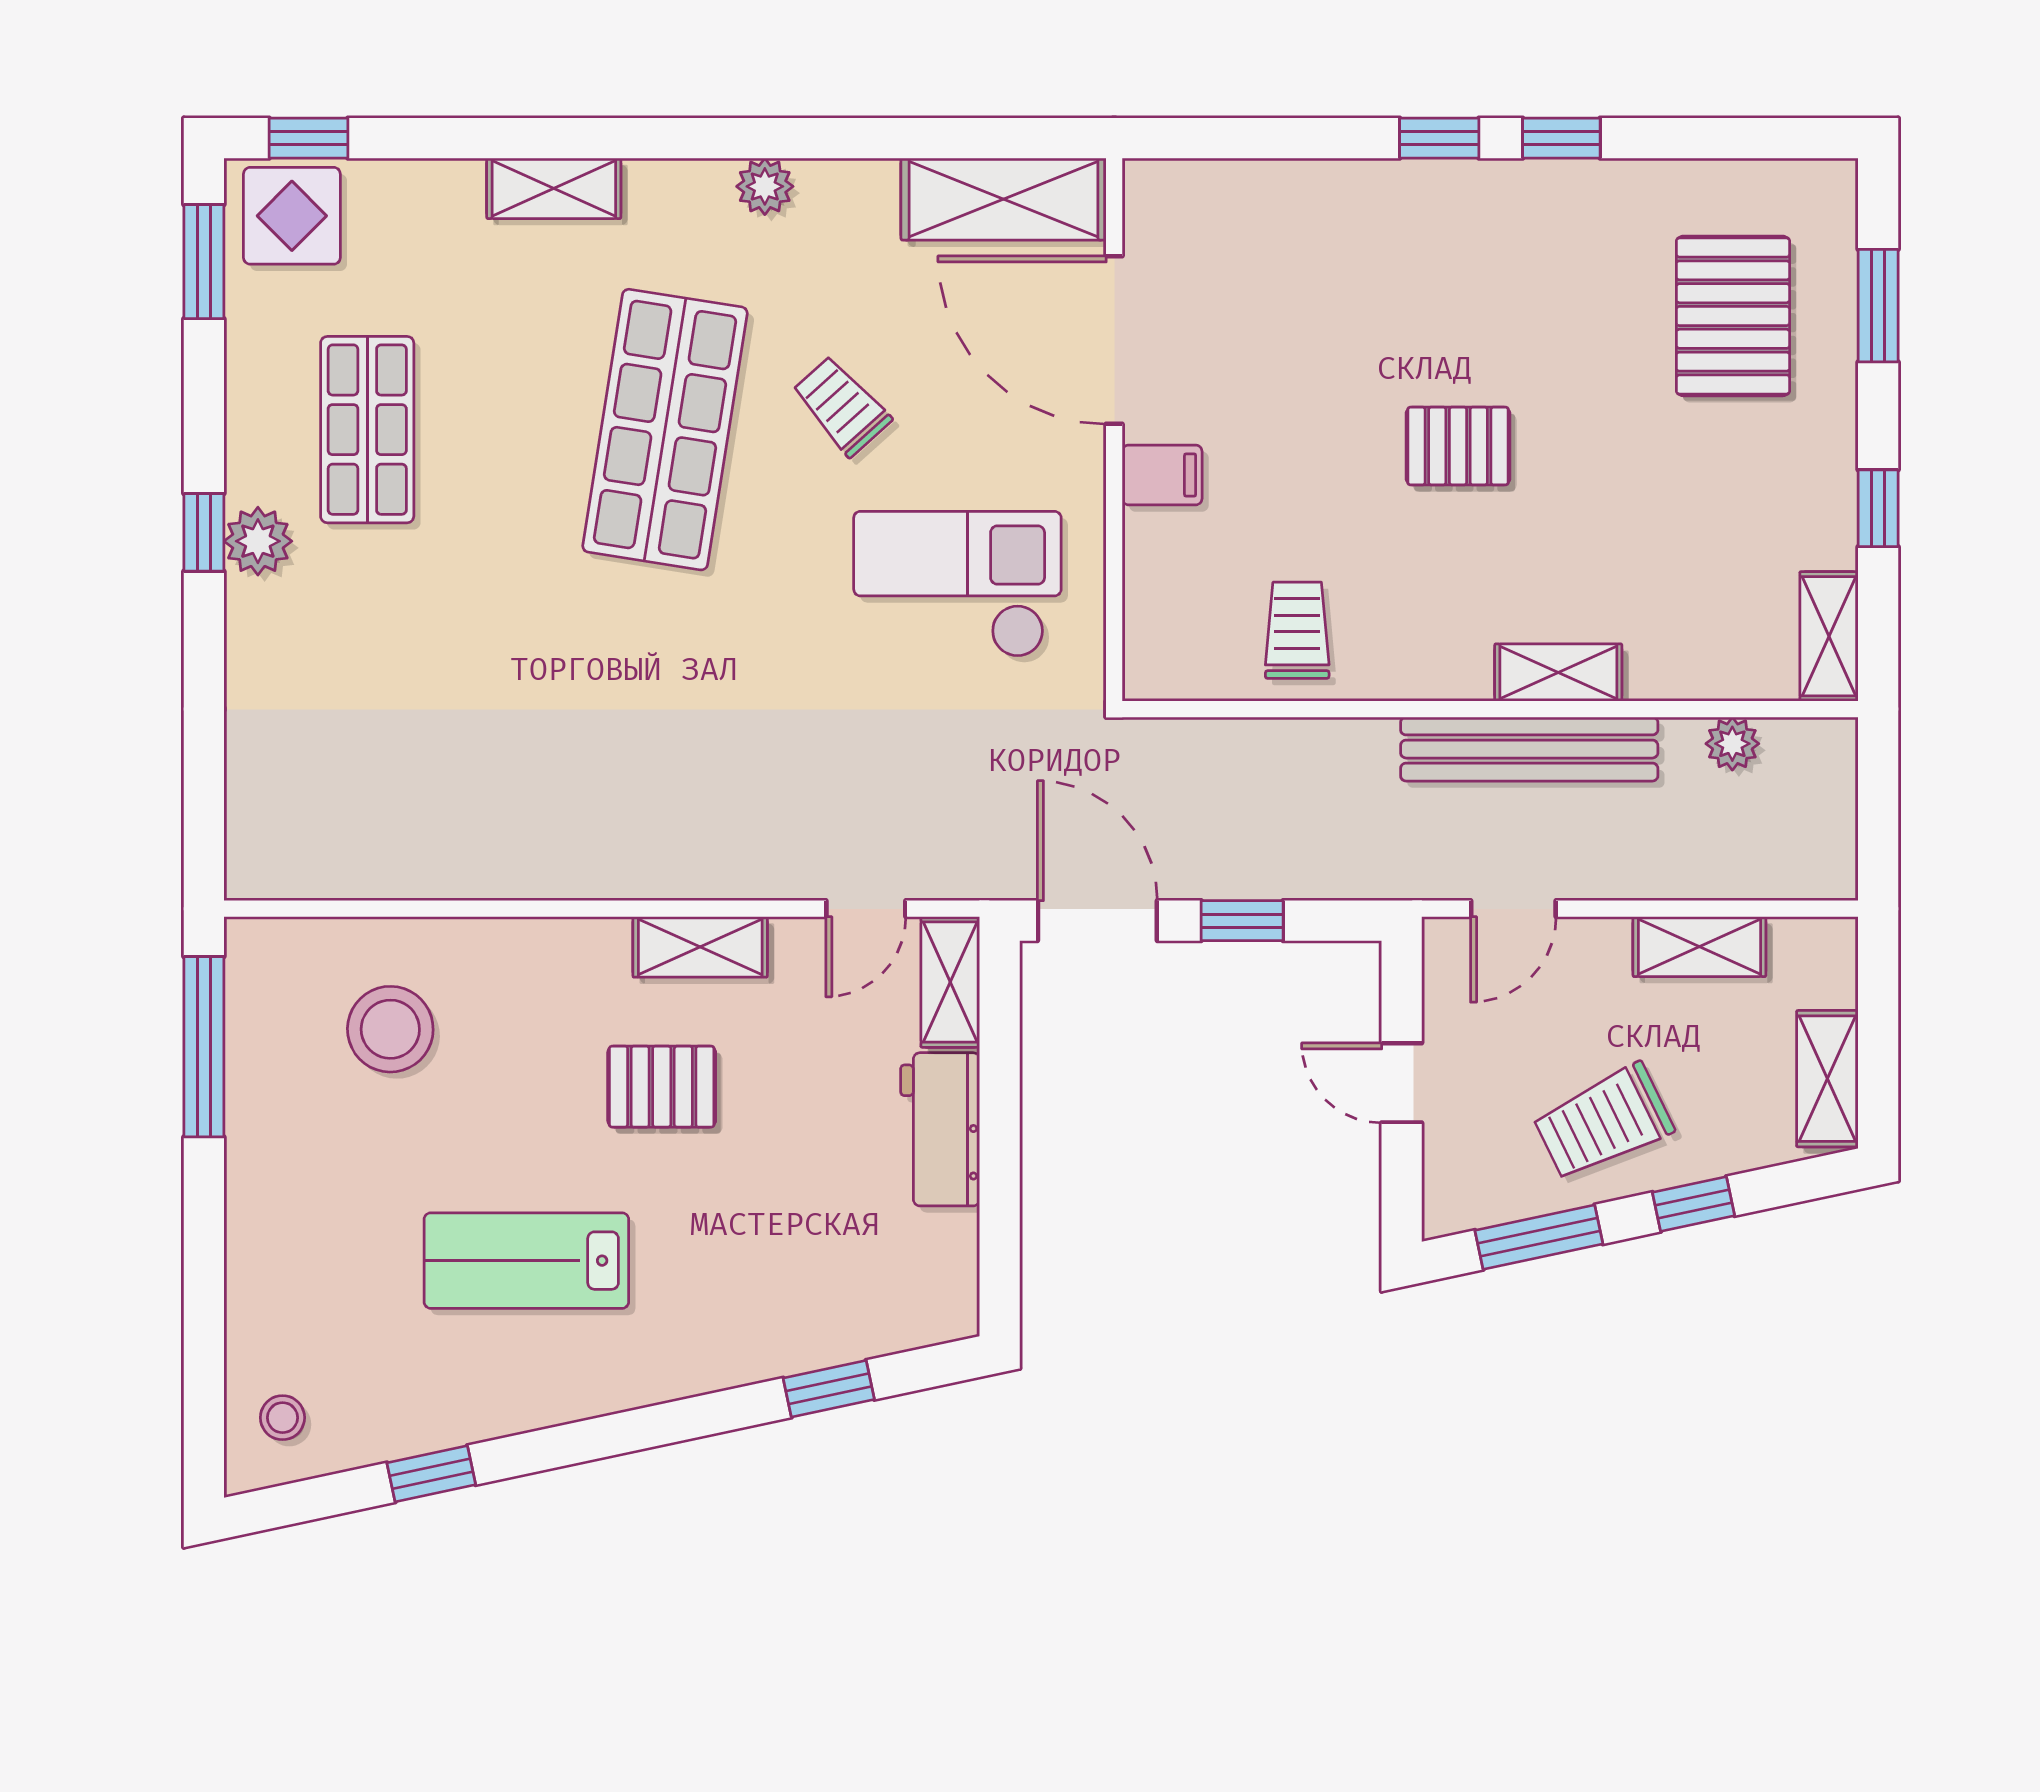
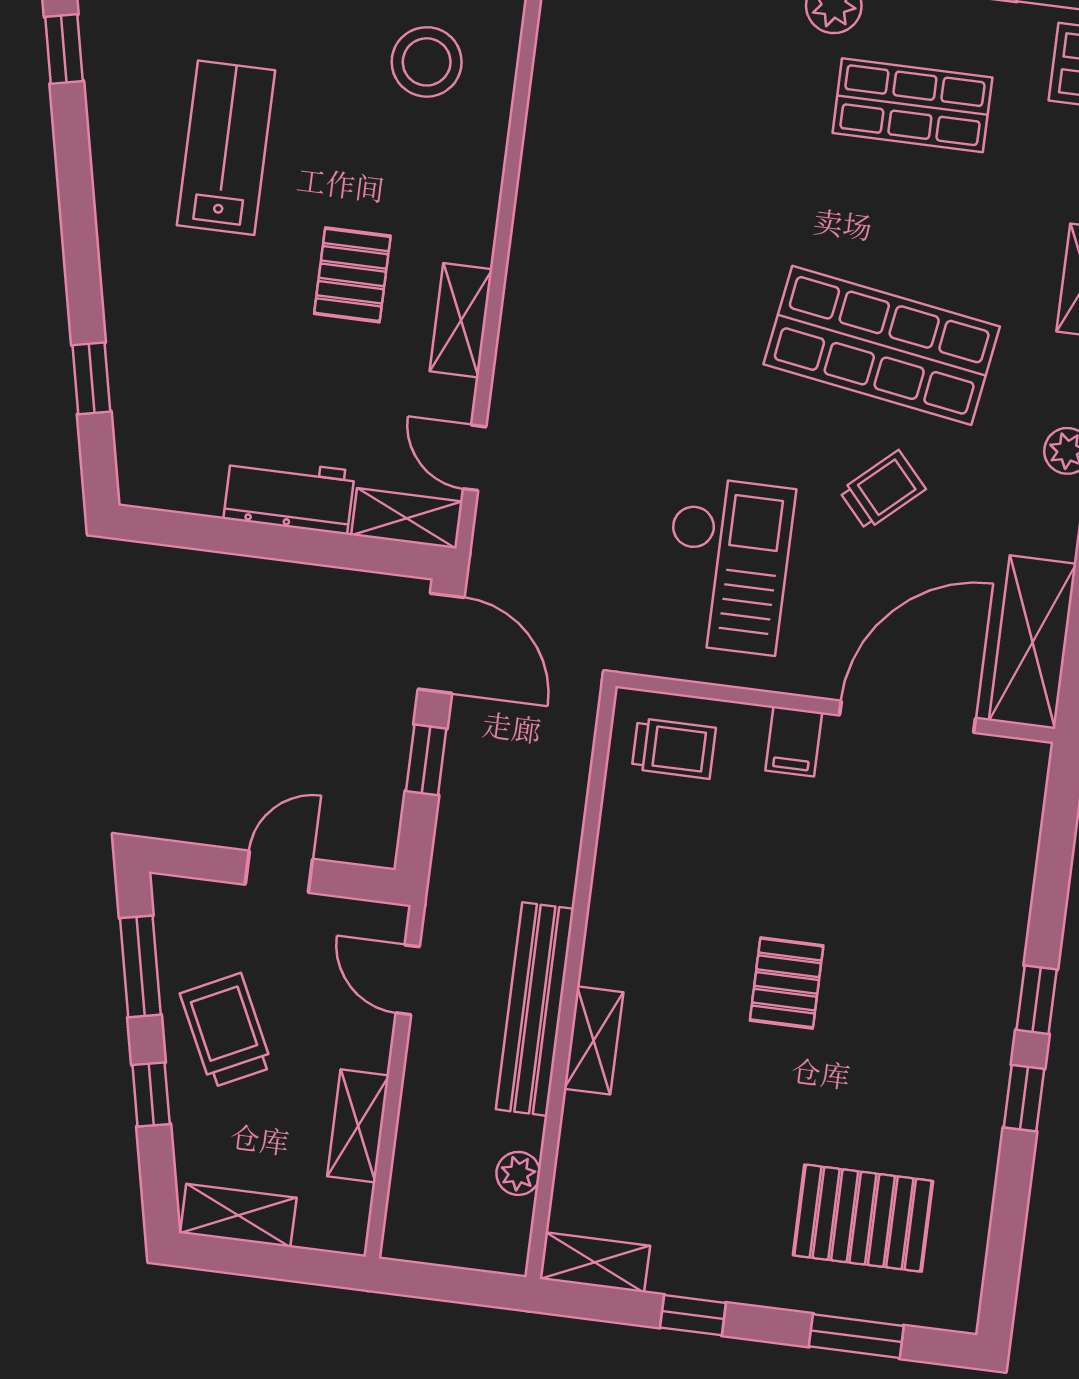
trolley: (1297, 630) -> (674, 748), moved
door: (1097, 921) -> (441, 643), hinge flipped

